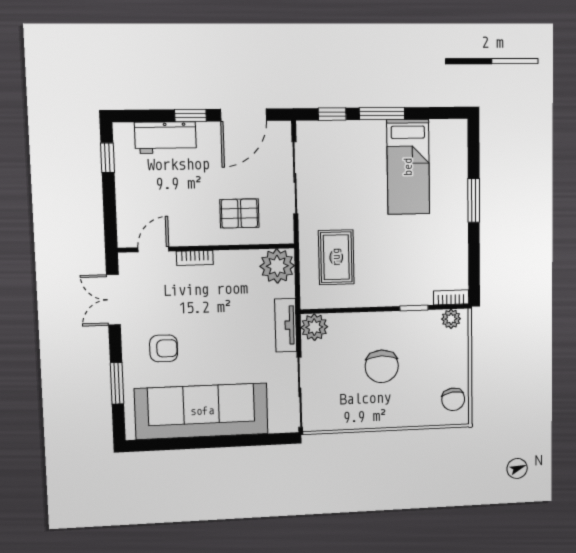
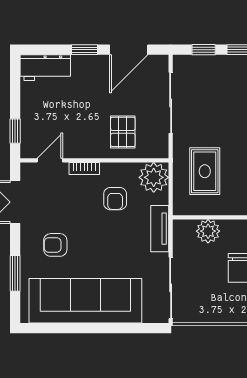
workbench: (165, 138) -> (45, 68), moved
window: (107, 158) -> (15, 131), moved
pallet: (239, 213) -> (123, 132), turned 90
armchair: (233, 292) -> (115, 199), added
plant: (314, 327) -> (208, 231), moved
armchair: (164, 348) -> (55, 245), turned 180

